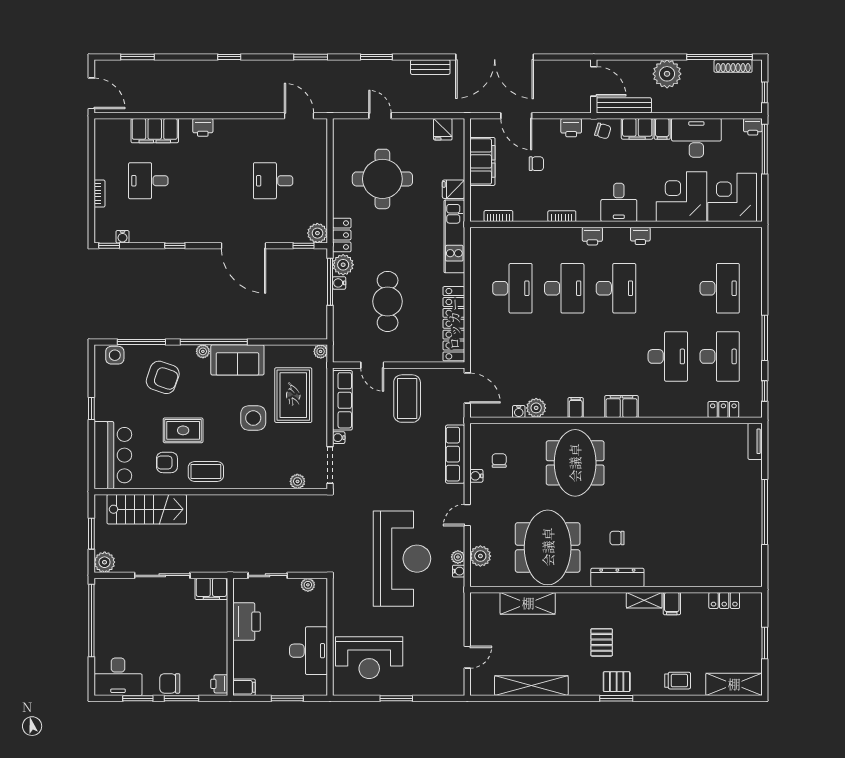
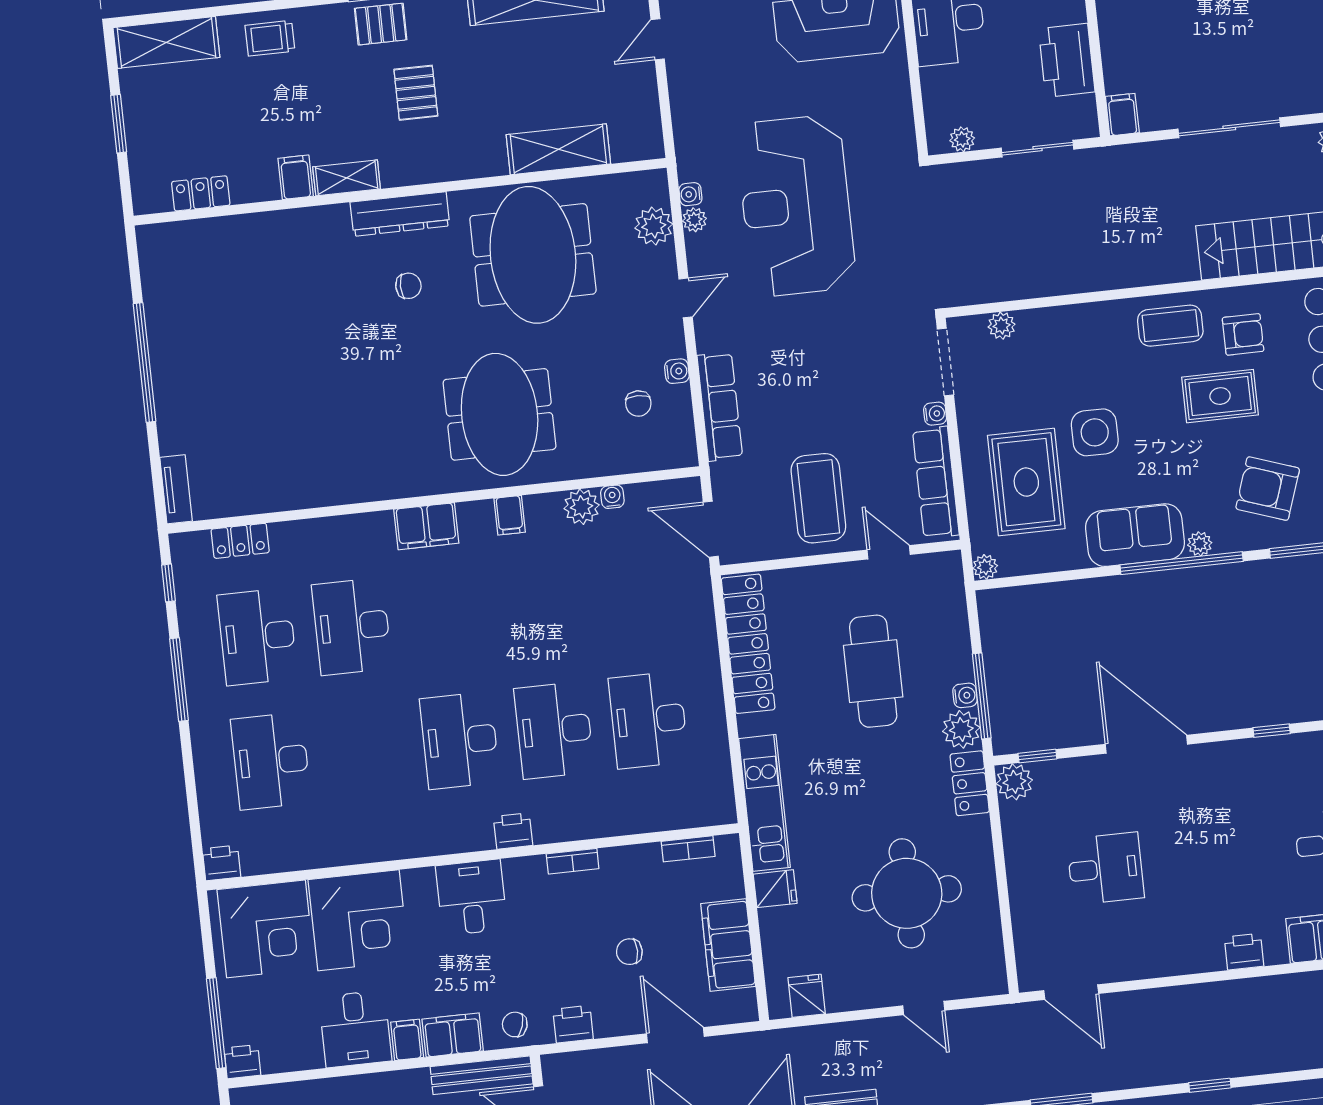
desk: (696, 138) -> (355, 1029), width x0.73
printer: (640, 236) -> (222, 863), moved
filing cabinet: (211, 589) -> (1122, 115), width x0.50

